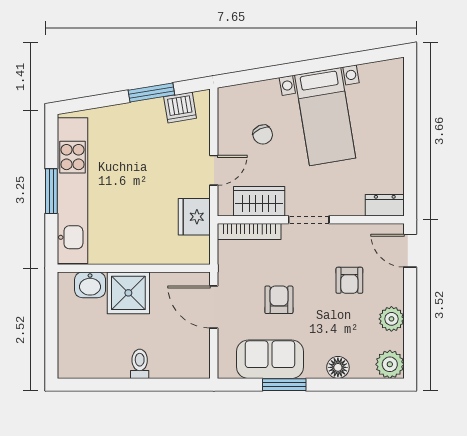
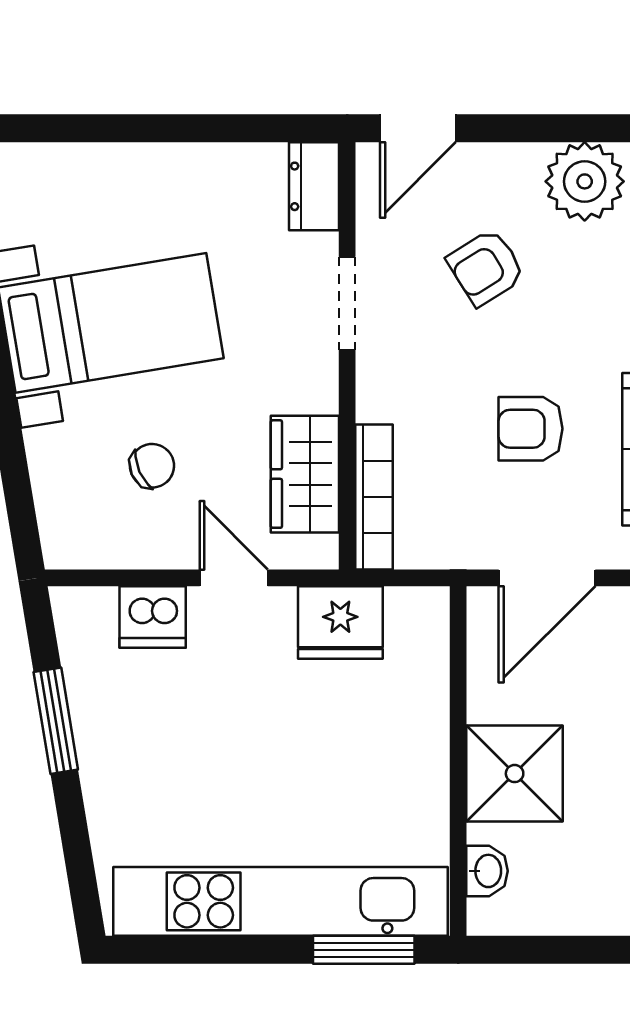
dishwasher: (180, 108) -> (153, 617), moved, turned 99
window: (51, 191) -> (364, 950), moved
doorway: (309, 220) -> (347, 303), moved
armchair: (349, 280) -> (486, 267), turned 148
washbasin: (90, 285) -> (487, 871), width x0.72, depth x0.69
plant: (391, 319) -> (585, 181), width x1.36, depth x1.36

